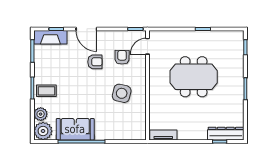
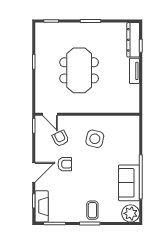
armchair: (122, 57) -> (61, 138), turned 63
armchair: (95, 62) -> (65, 164), turned 90
plant: (41, 114) -> (115, 216), removed
tv unit: (163, 135) -> (134, 71), moved

